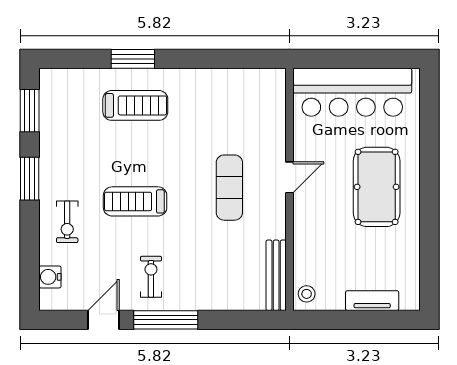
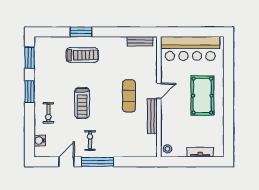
bench: (252, 78) -> (140, 41), added
treadmill: (135, 201) -> (82, 103), turned -90
bench: (276, 275) -> (152, 116), moved

